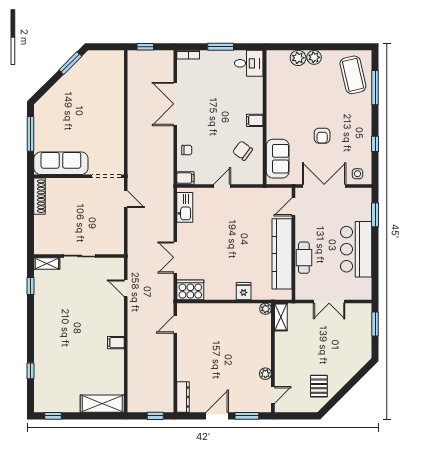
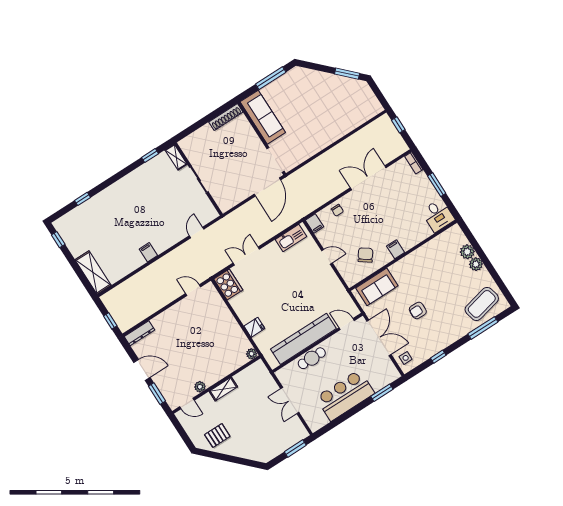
door: (126, 199) -> (267, 187), width x1.88
shelving: (281, 317) -> (223, 389), moved

